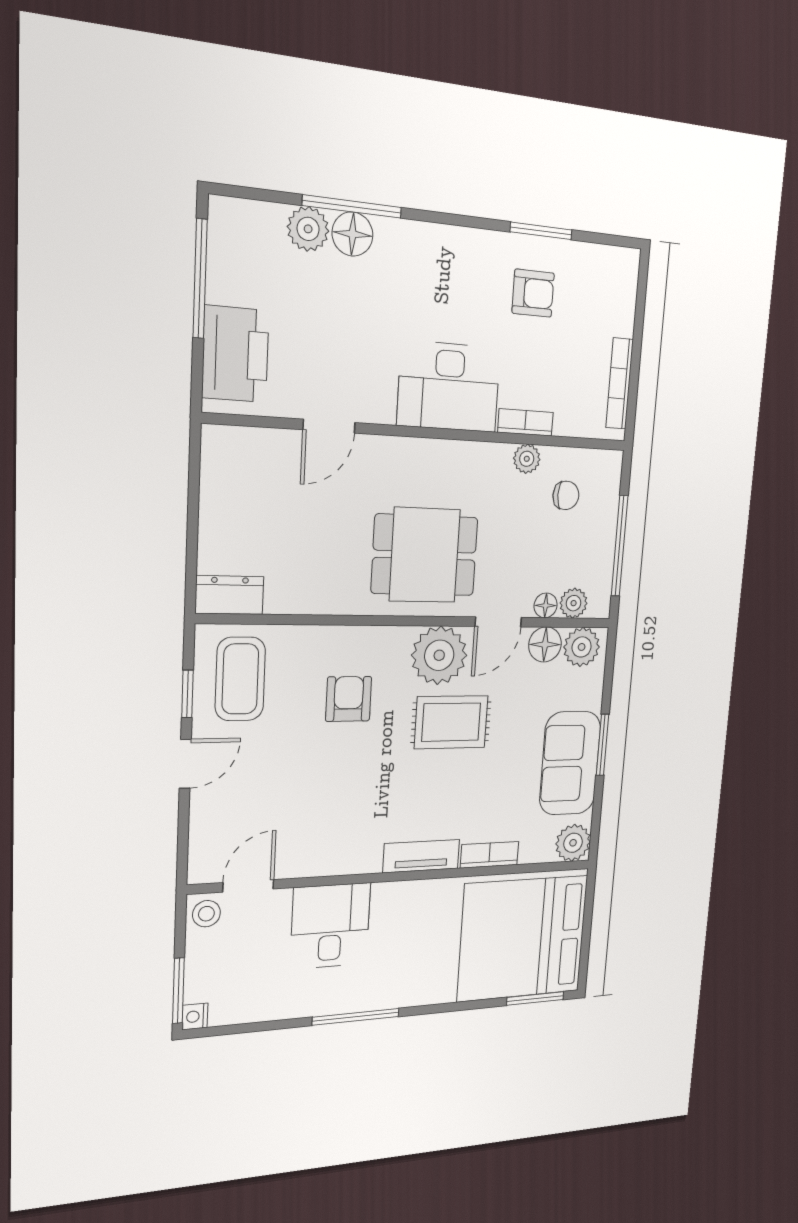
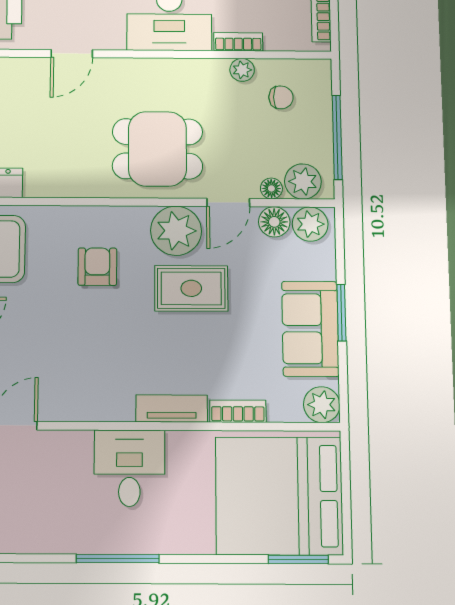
plant: (574, 603) -> (303, 181), width x1.38, depth x1.38
desk: (330, 926) -> (129, 468), moved

